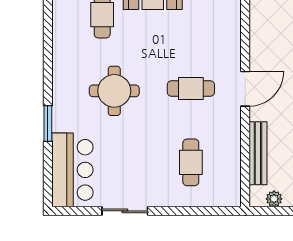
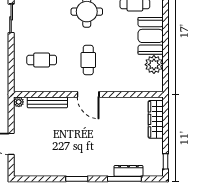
plant: (274, 199) -> (19, 102), moved

